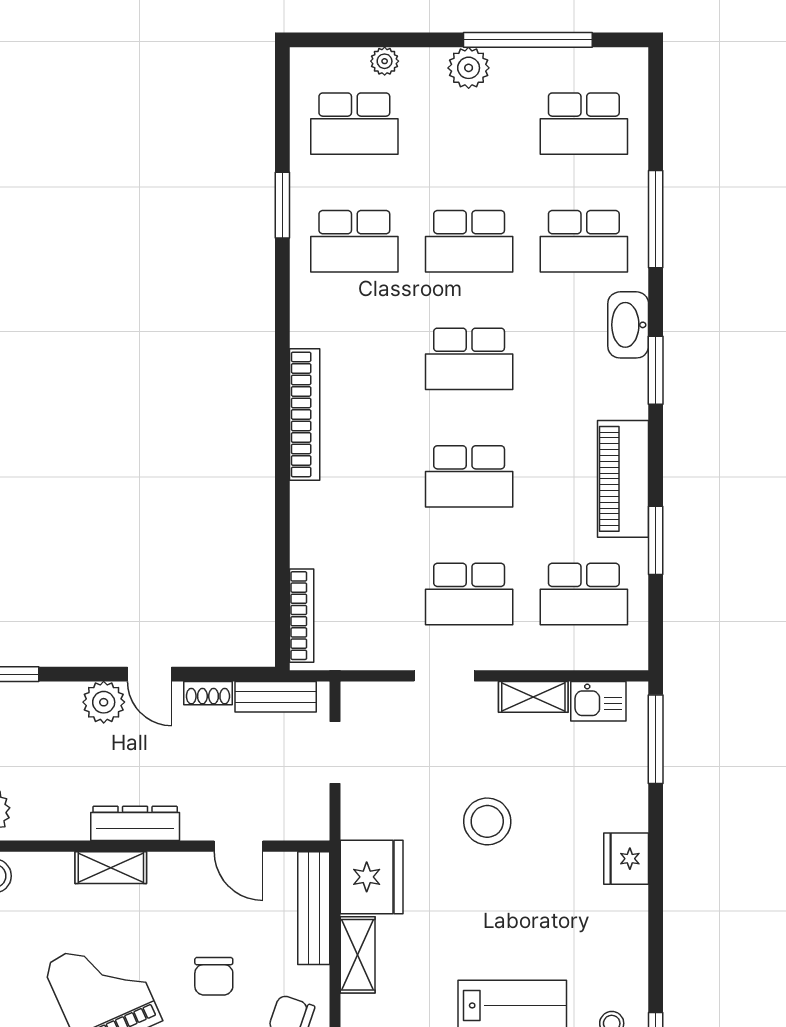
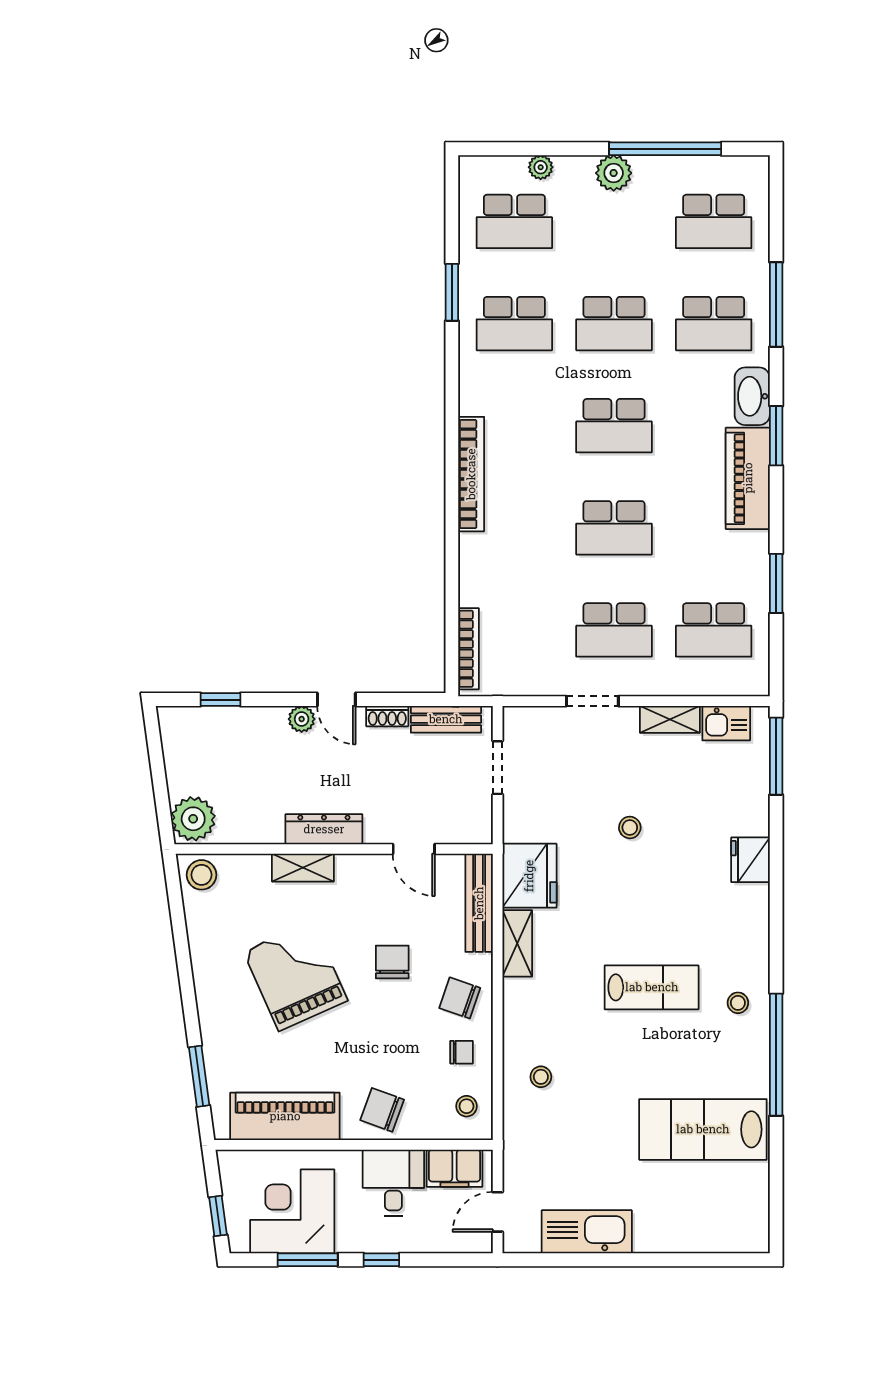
piano: (623, 479) -> (748, 478), moved
plant: (104, 702) -> (302, 719), width x0.73, depth x0.73
stool: (487, 821) -> (630, 827), width x0.53, depth x0.53
chair: (214, 976) -> (392, 962), turned 180

